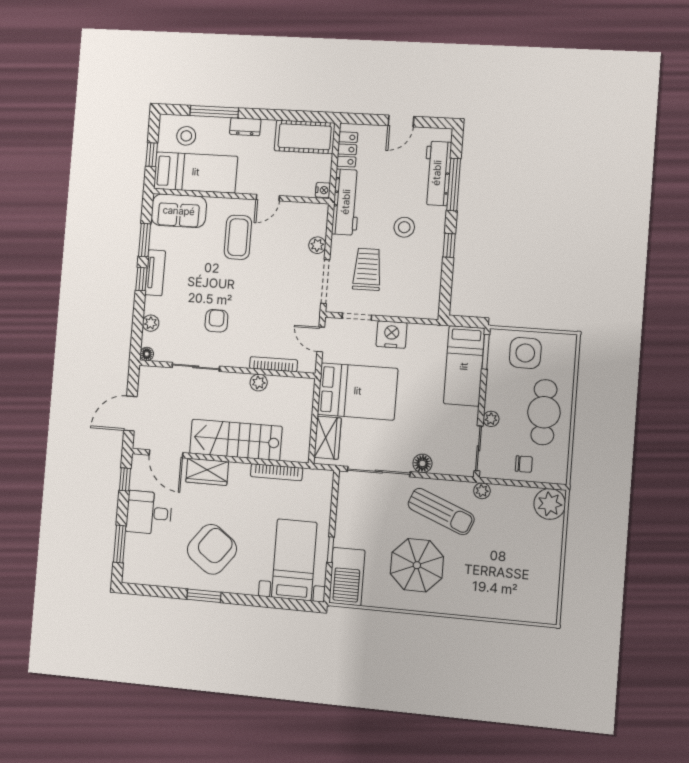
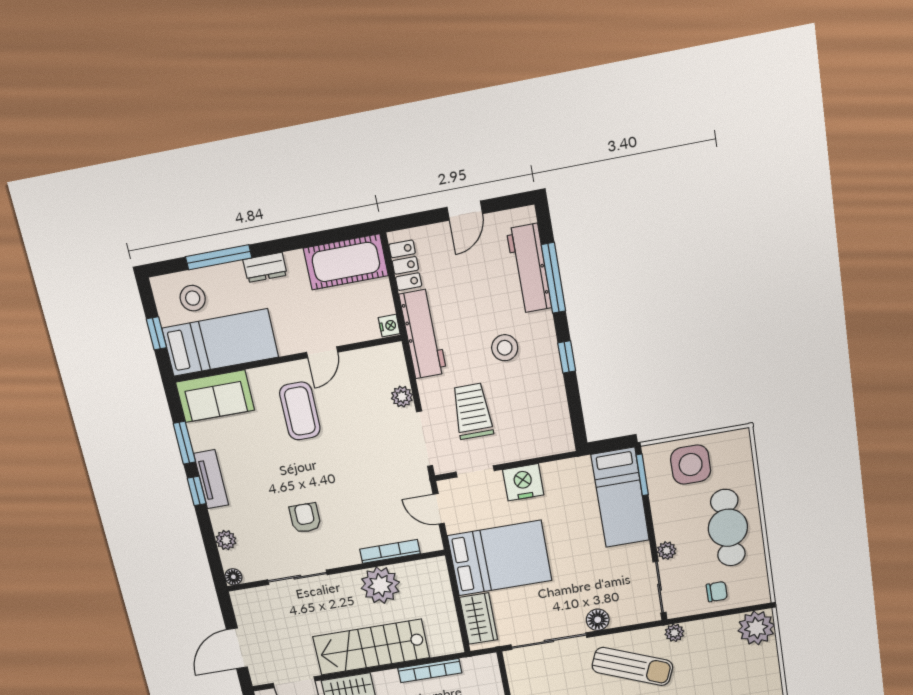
plant: (259, 383) -> (380, 585), width x1.88, depth x1.88

